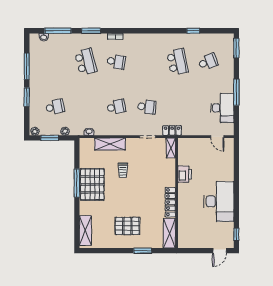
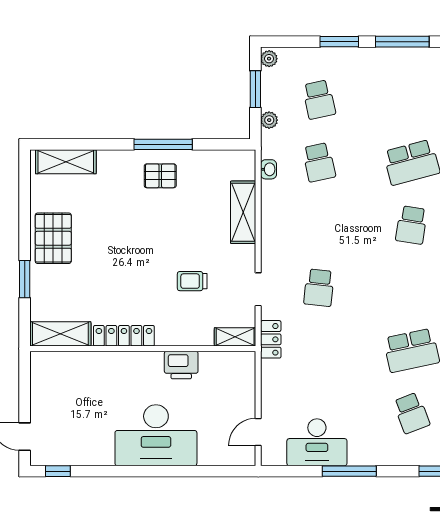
school desk: (116, 107) -> (319, 162), moved
trolley: (123, 170) -> (192, 281), moved
pallet: (92, 184) -> (160, 176), width x0.49, depth x0.50
desk: (219, 201) -> (156, 435), moved
pallet: (127, 226) -> (53, 238), moved

